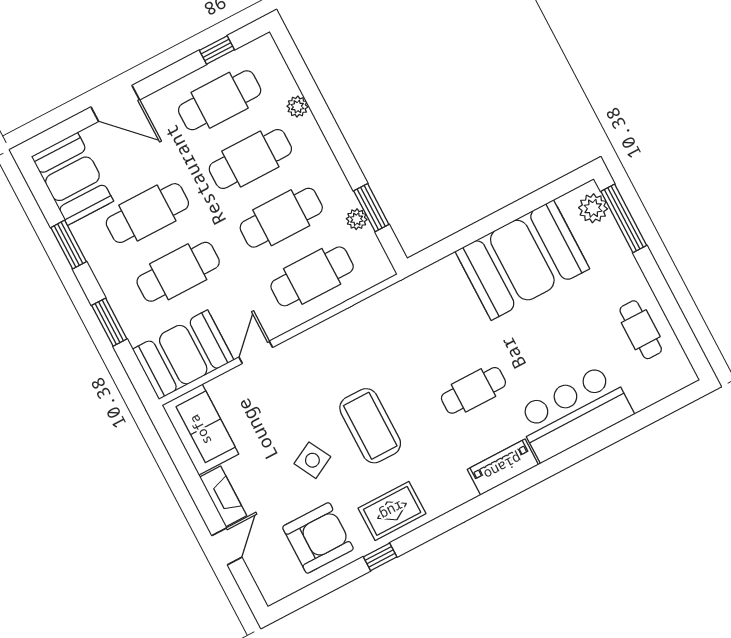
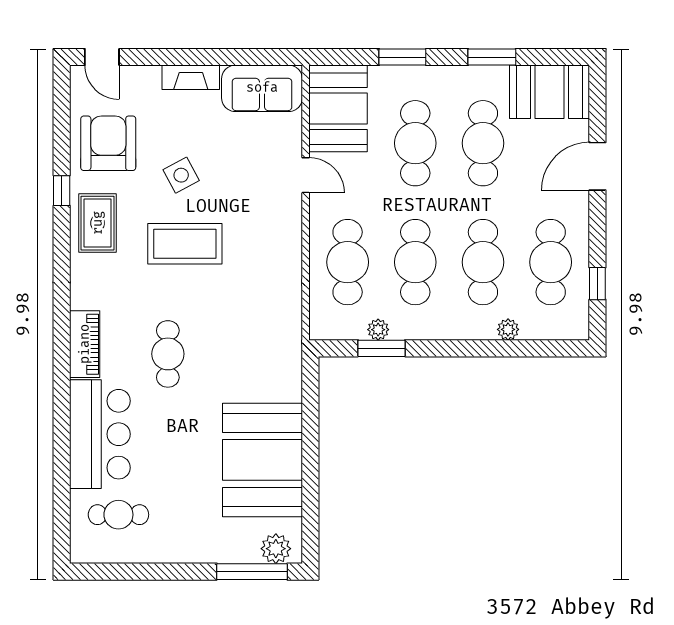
cafe table: (641, 330) -> (118, 515), moved
armchair: (318, 538) -> (108, 143), turned 180
door: (227, 546) -> (102, 57), moved

